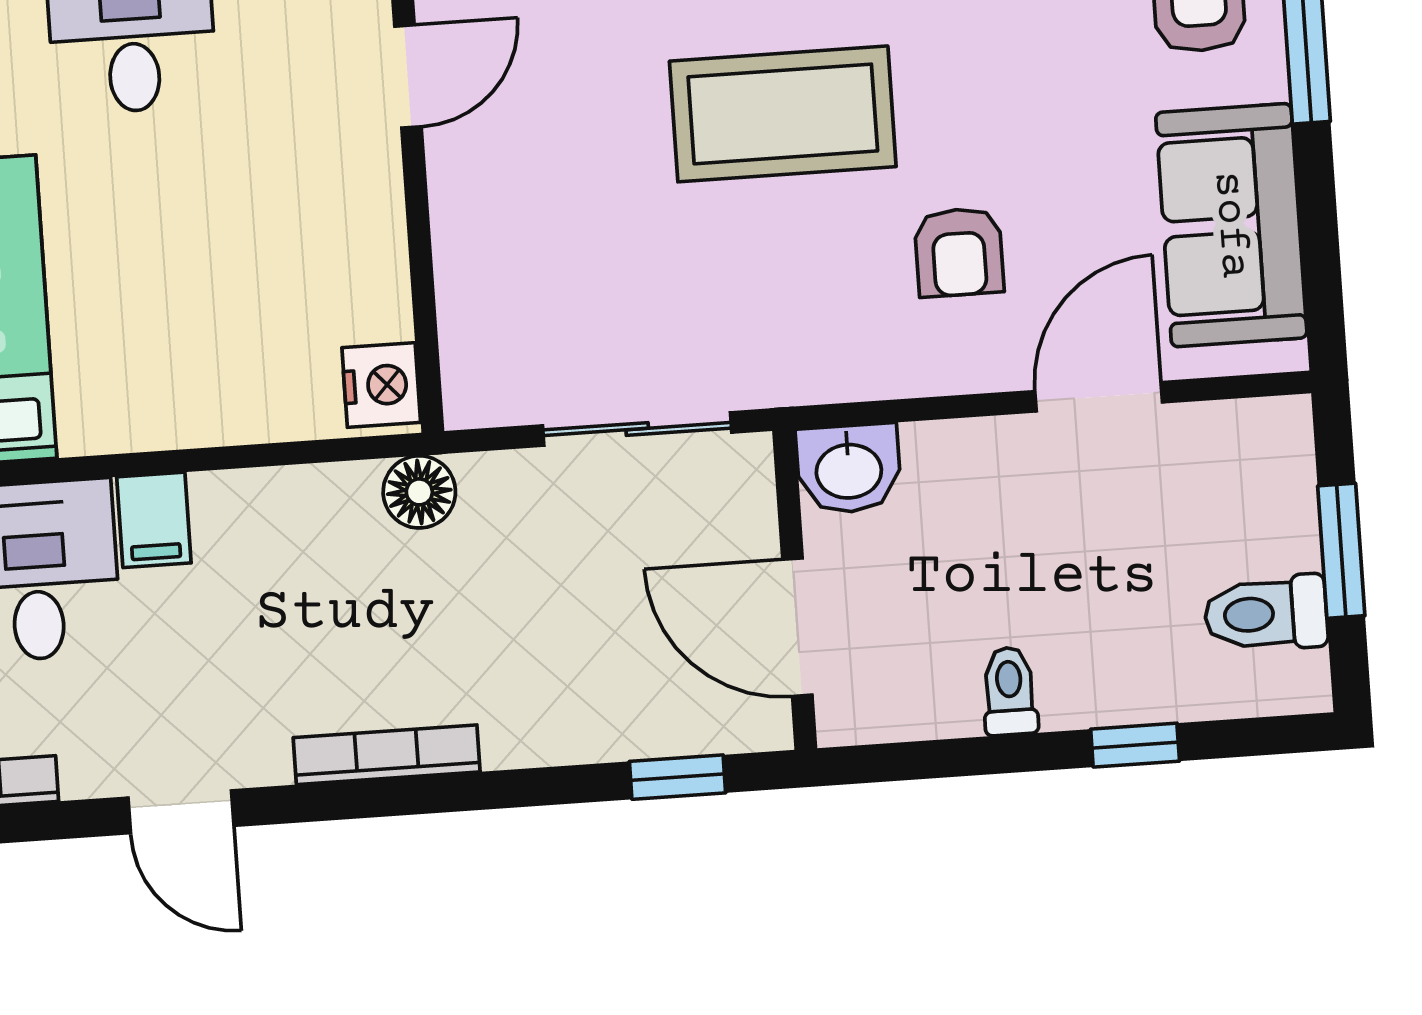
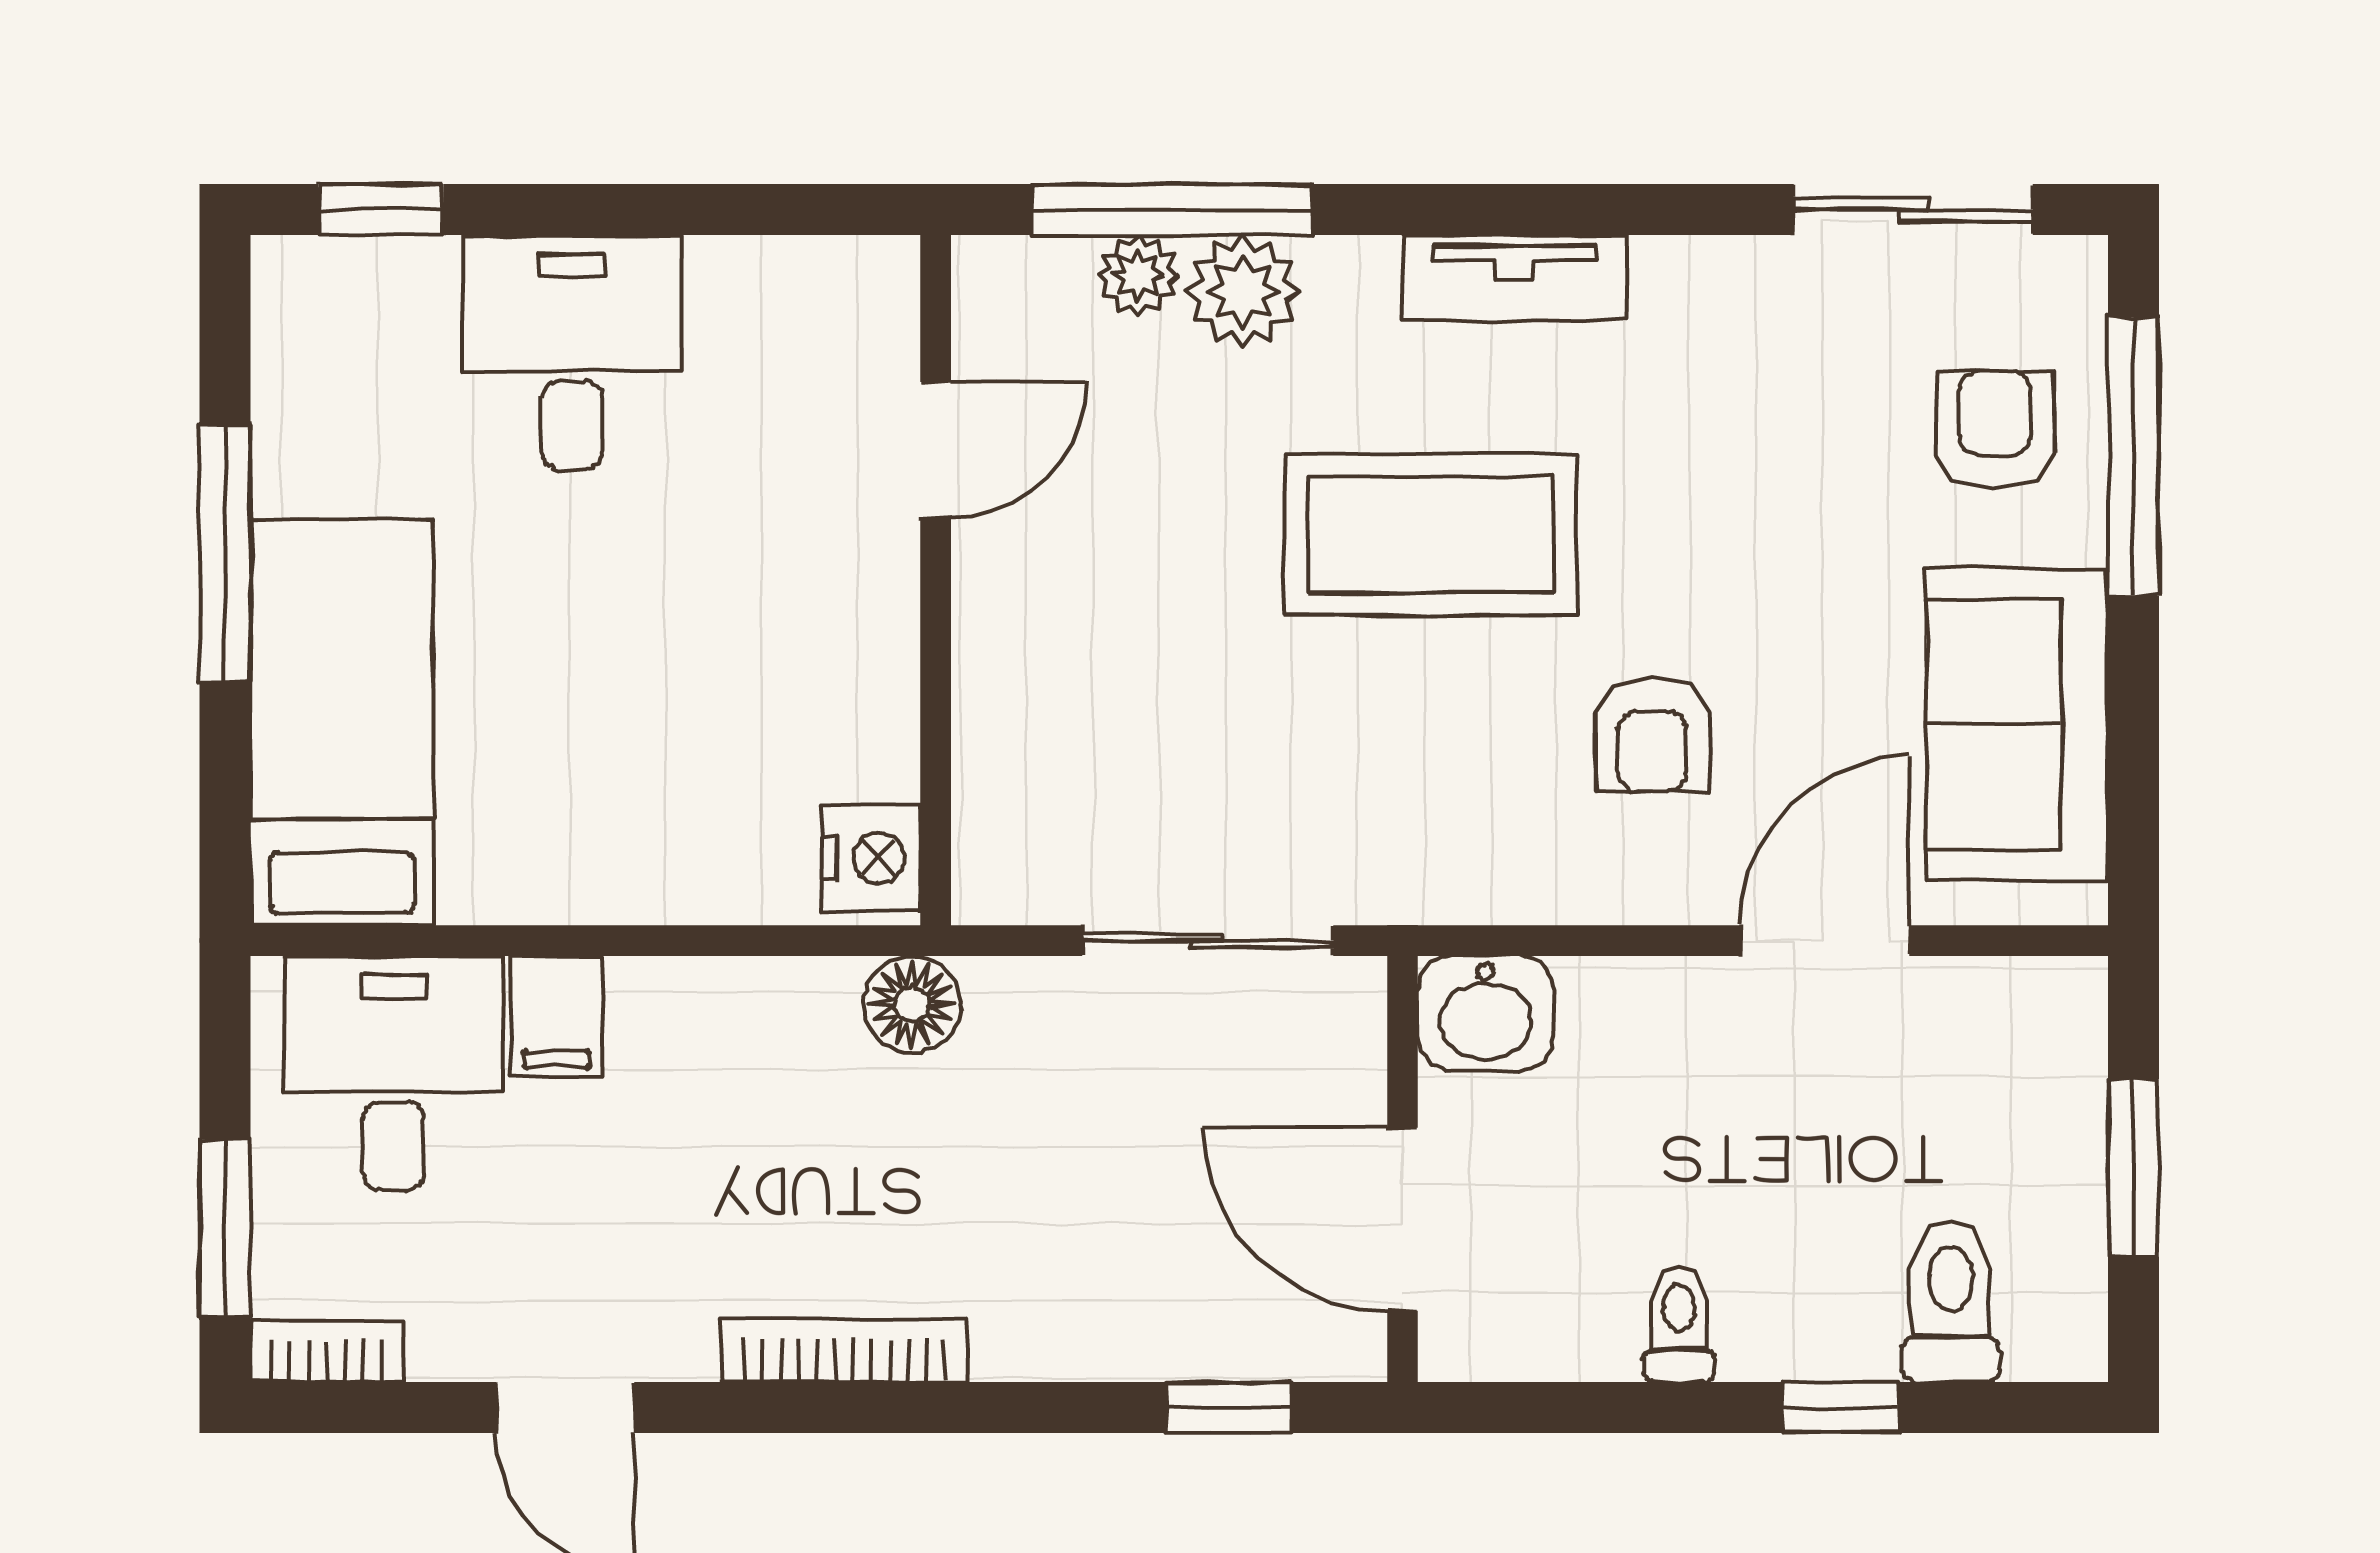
toilet: (1266, 614) -> (1951, 1301), moved, turned 90

